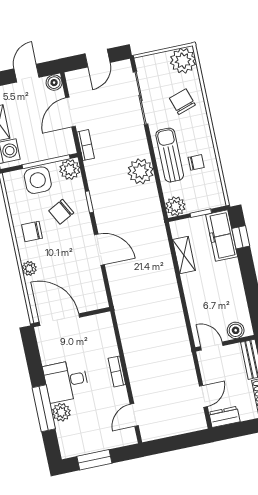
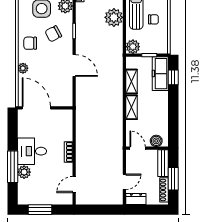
shelving: (191, 291) -> (132, 107), added

